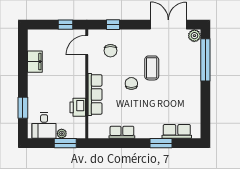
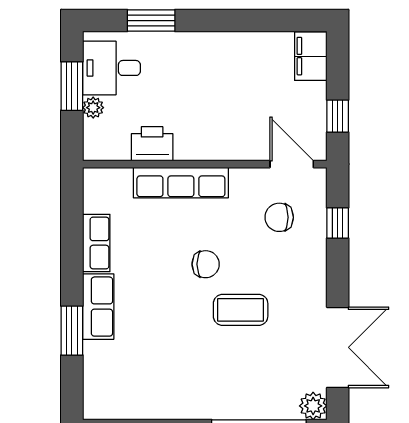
filing cabinet: (35, 62) -> (311, 56), moved, turned 90
row of seats: (177, 131) -> (98, 307), moved
window: (65, 143) -> (72, 86), moved

